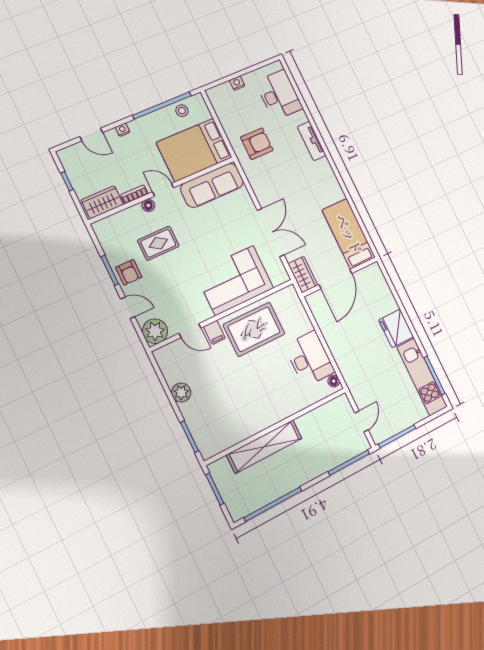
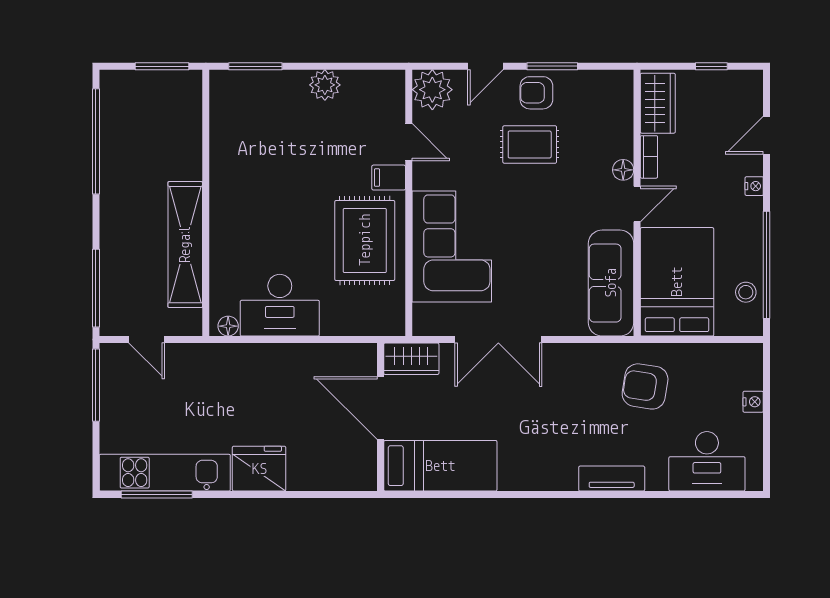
armchair: (257, 144) -> (645, 386), turned 99
rug: (158, 243) -> (530, 144), moved, turned 90
door: (190, 331) -> (409, 142), swing flipped
shelving: (264, 447) -> (185, 245), moved

